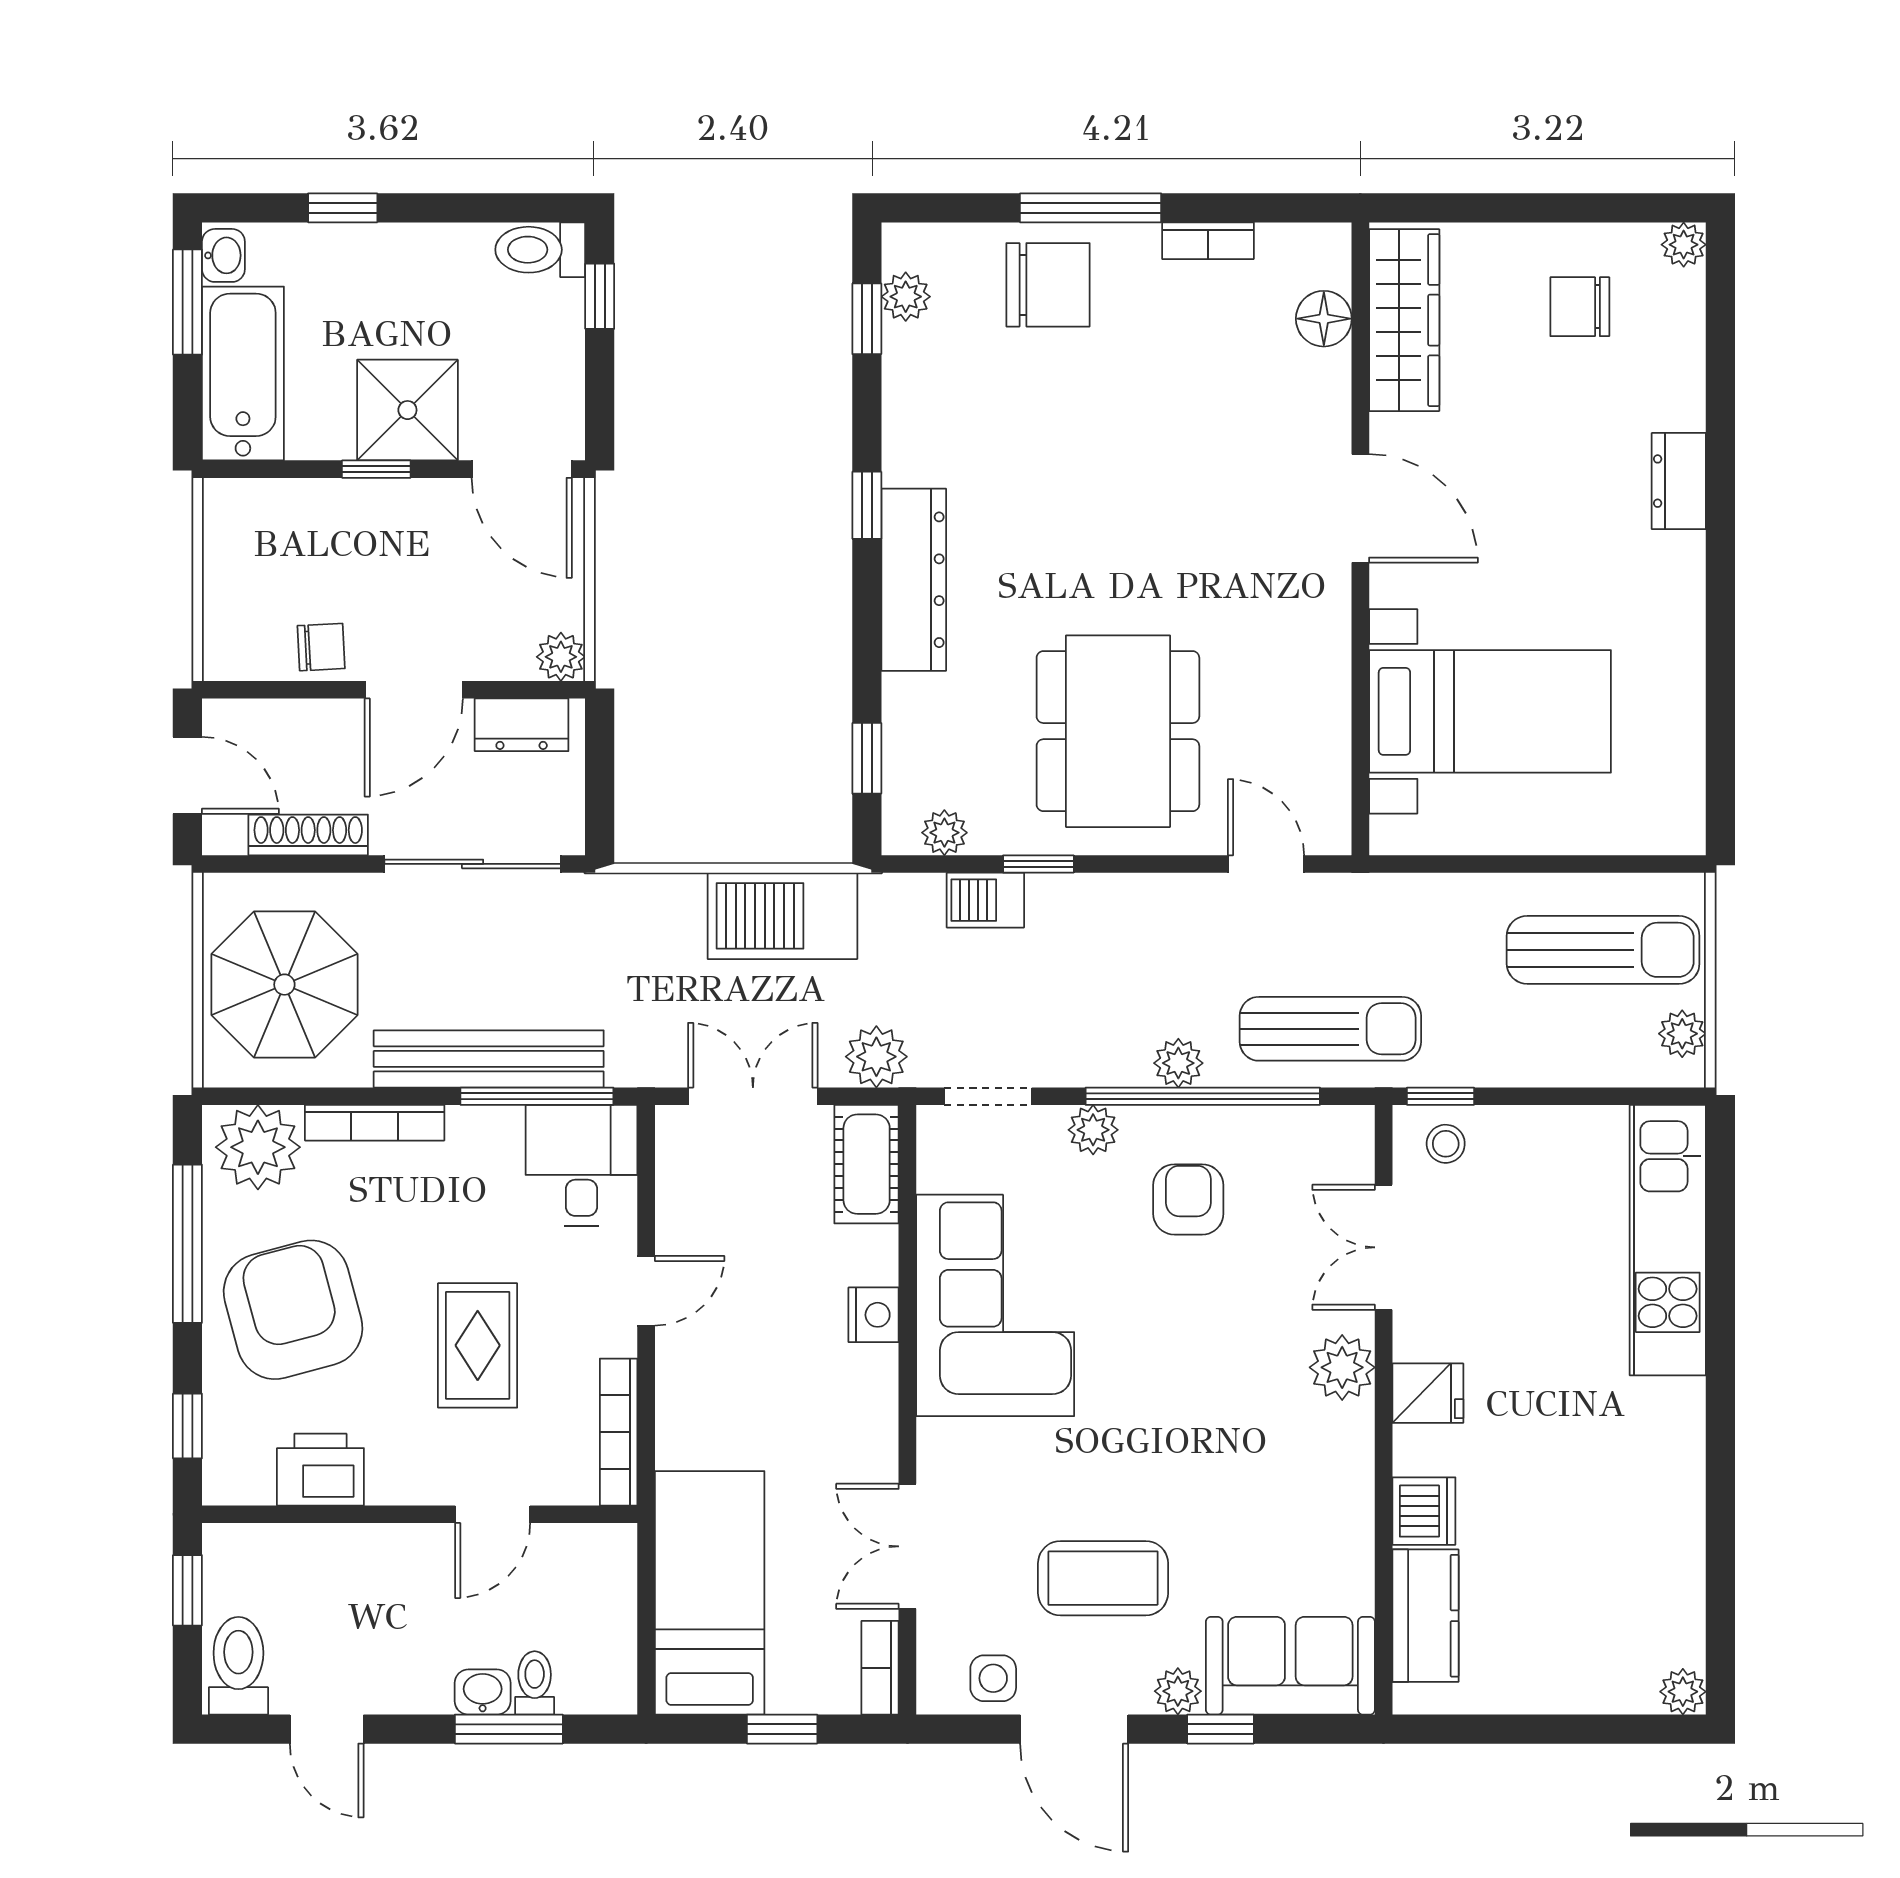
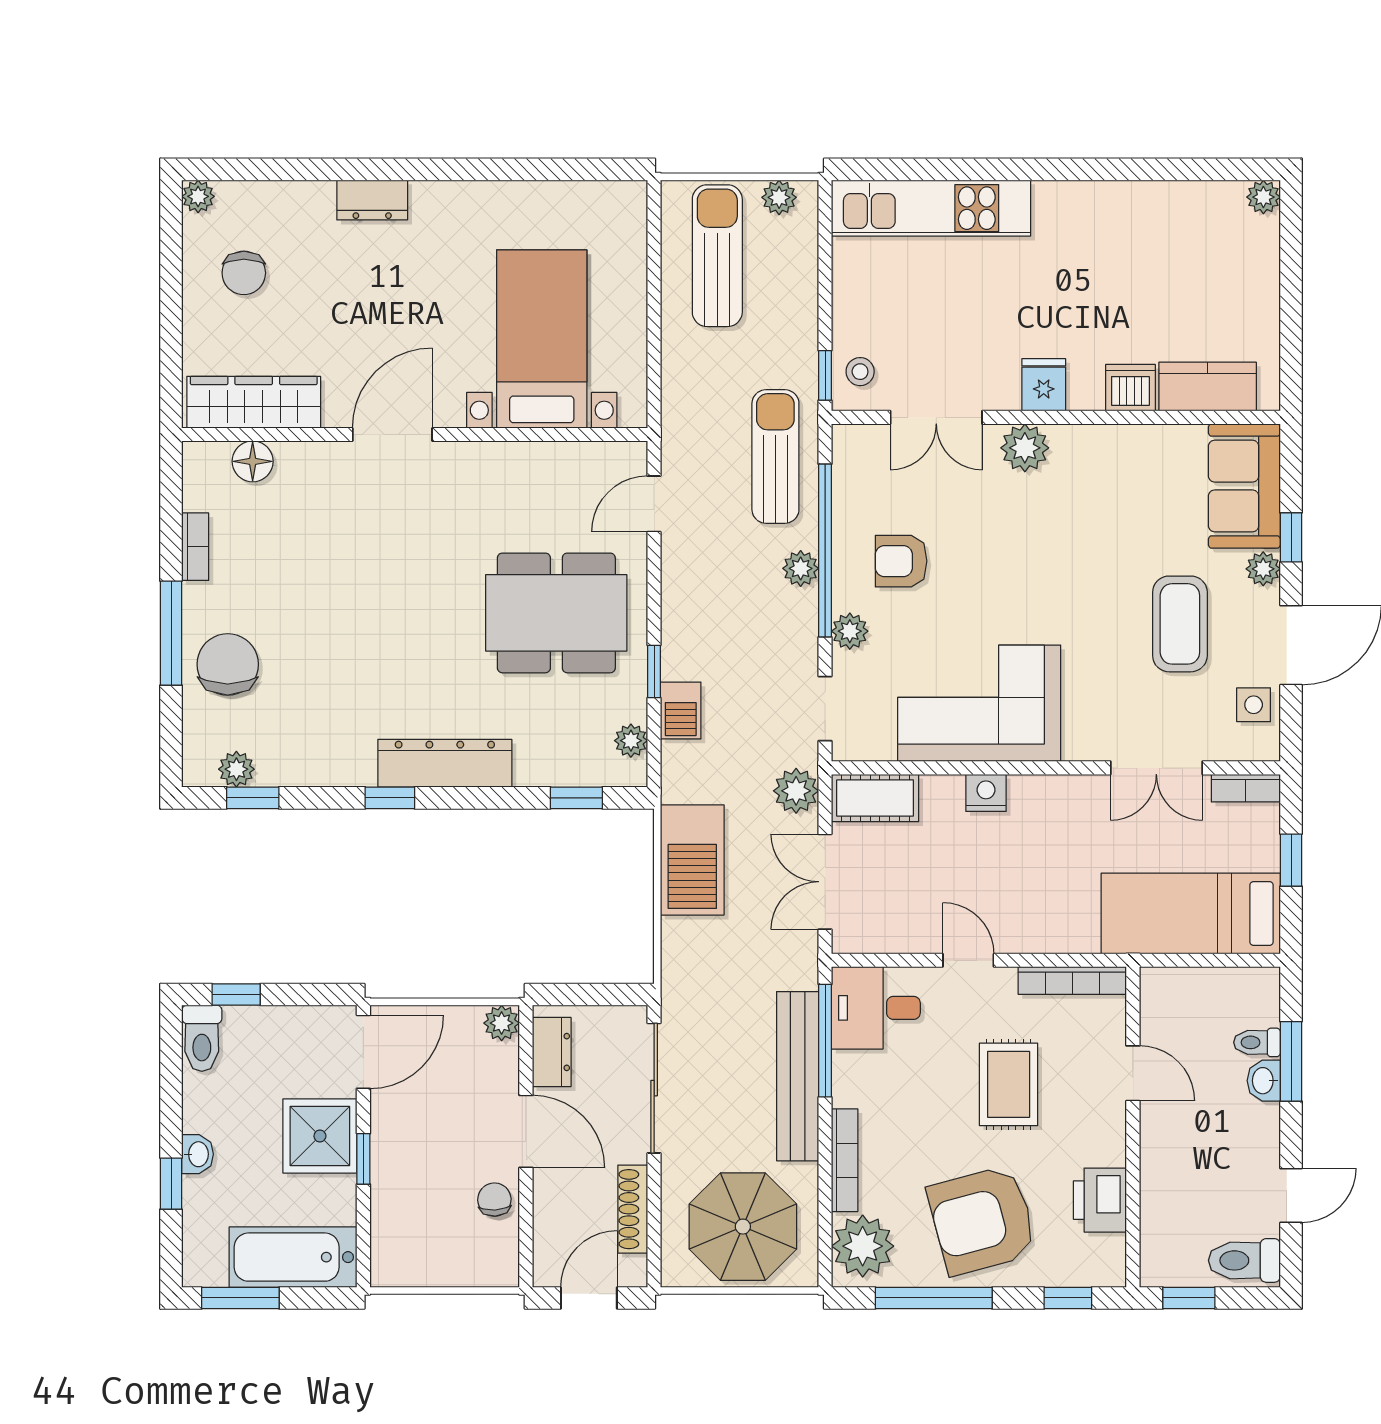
washbasin: (223, 255) -> (198, 1154), moved, turned 90
rug: (478, 1345) -> (1009, 1084), turned 90

